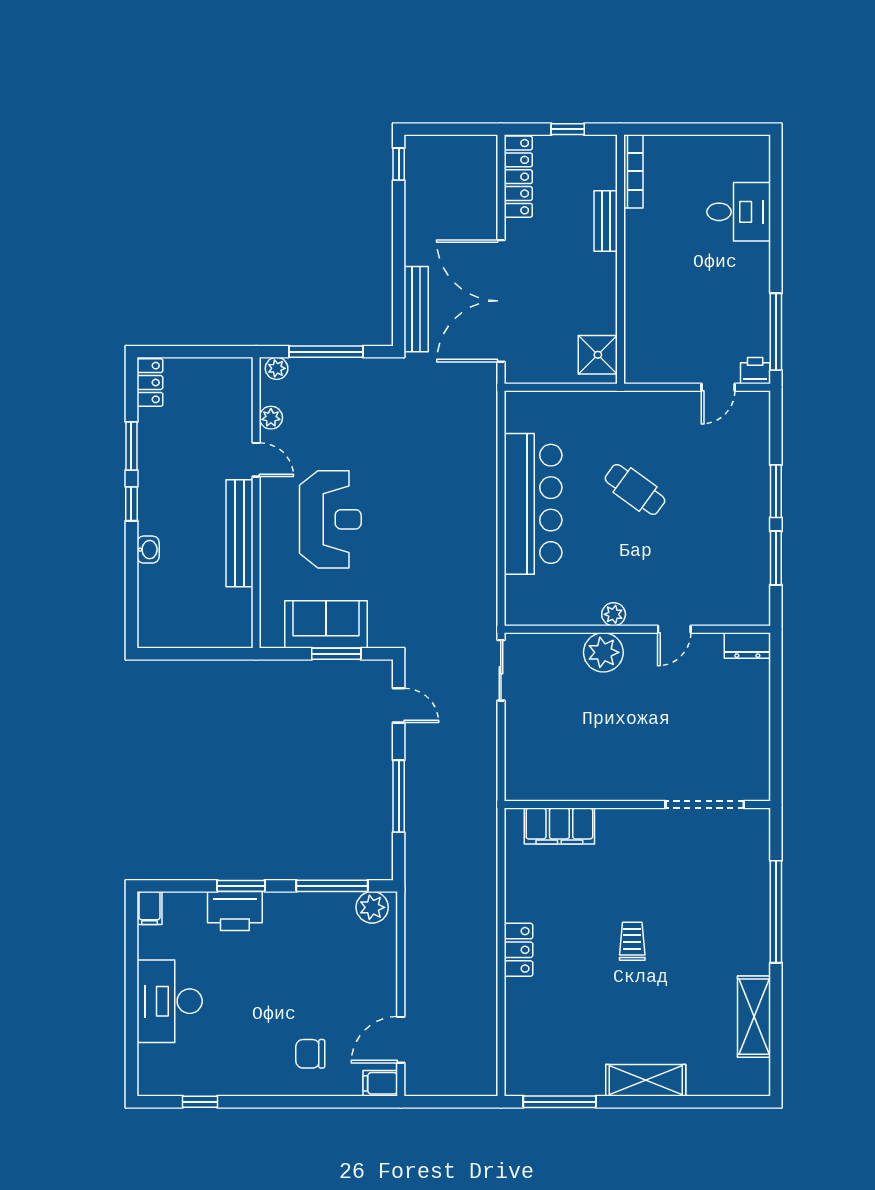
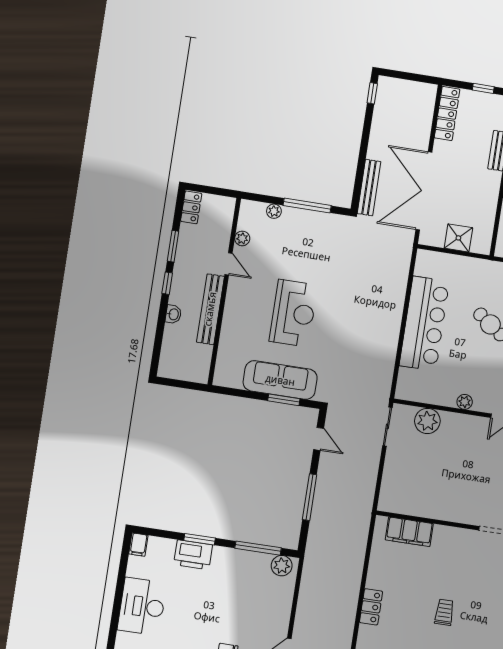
shower: (598, 355) -> (458, 238), moved
plant: (271, 418) -> (242, 238), moved
door: (256, 460) -> (229, 264), moved
wall: (256, 503) -> (224, 291), moved
bench: (239, 533) -> (210, 309), moved
sofa: (326, 624) -> (280, 380), width x1.36
plant: (603, 652) -> (427, 421), moved

